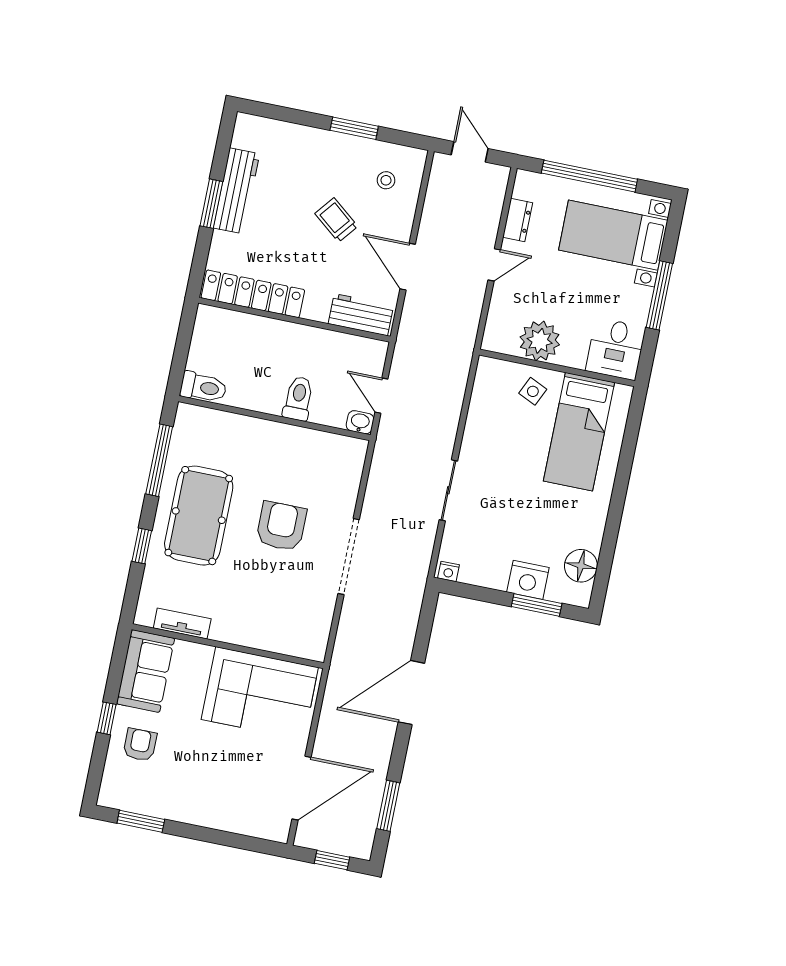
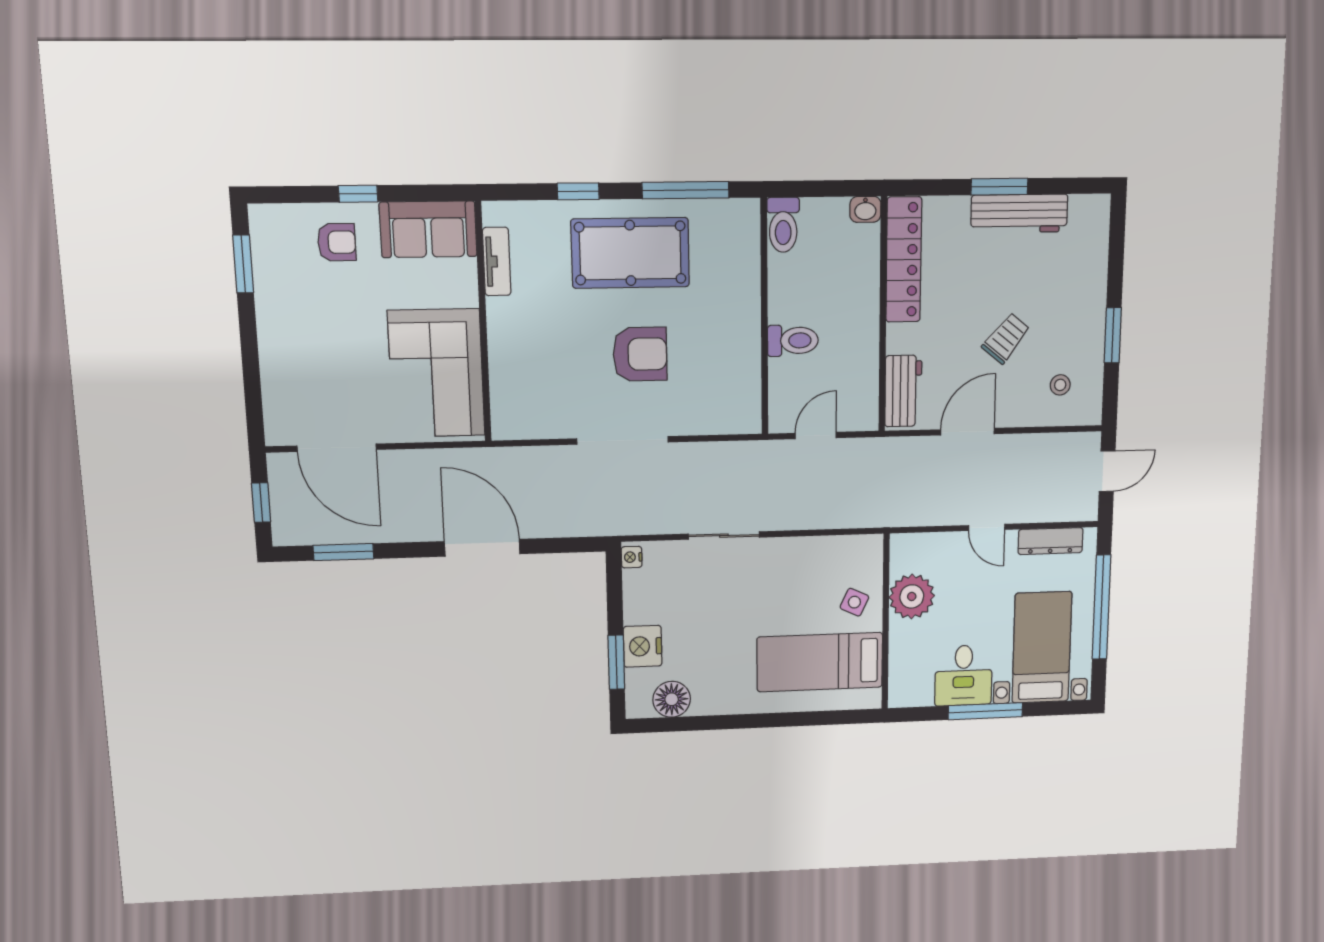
dresser: (518, 220) -> (1050, 541), width x1.44
desk: (616, 349) -> (964, 675), moved, turned -90
washbasin: (360, 422) -> (865, 209), moved, turned 90

